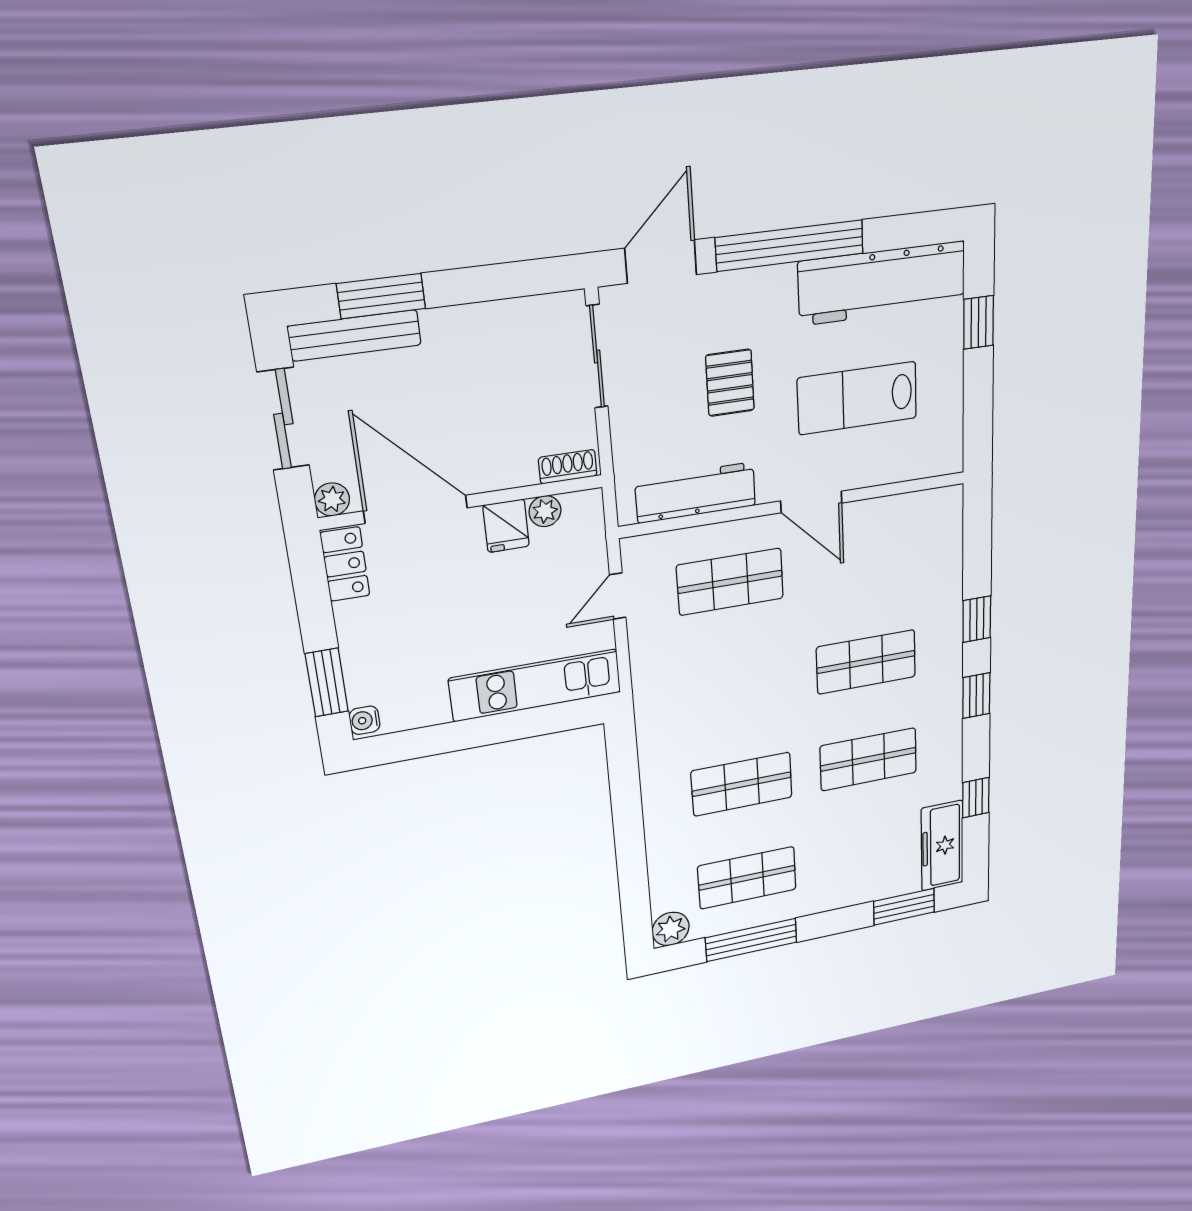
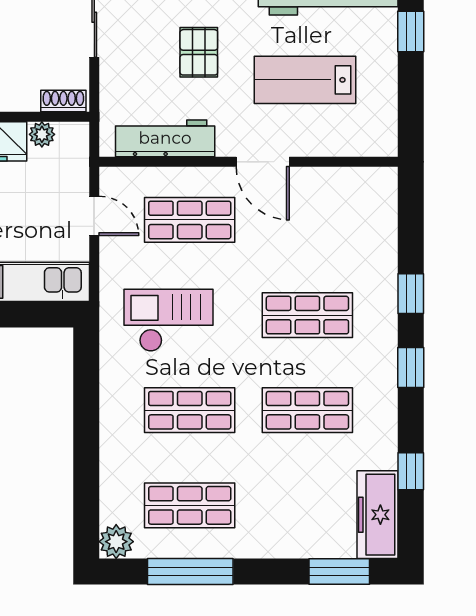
door: (618, 596) -> (94, 216), swing flipped
checkout: (713, 696) -> (169, 320), added

